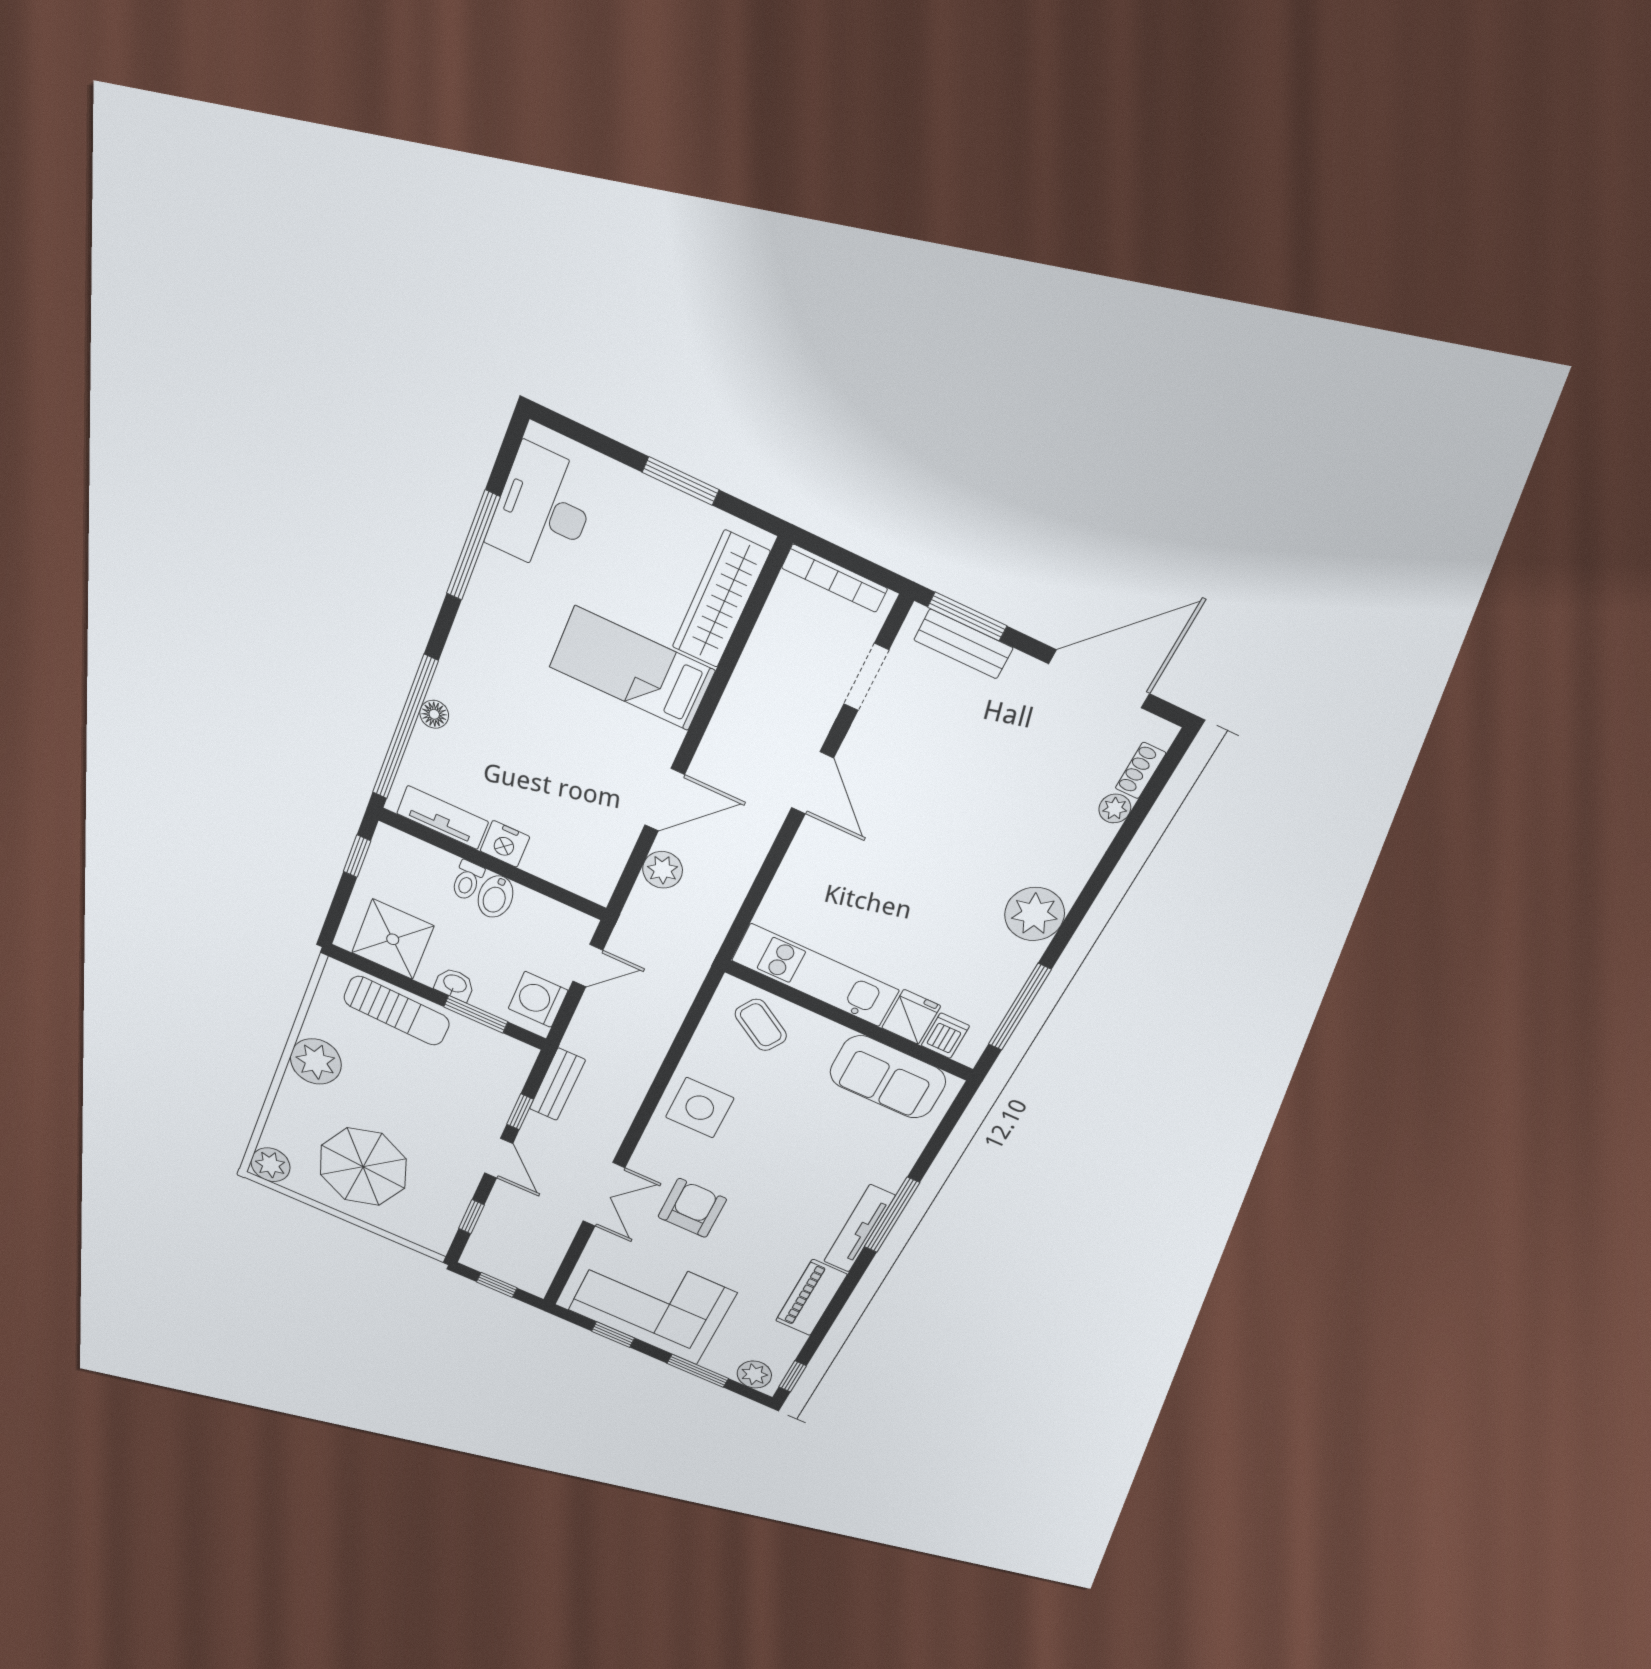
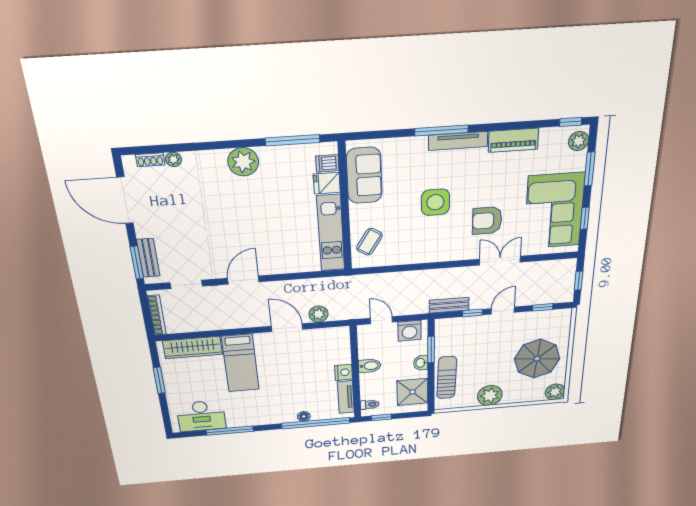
toilet: (467, 881) -> (370, 405), moved
side table: (700, 1108) -> (435, 202), moved

